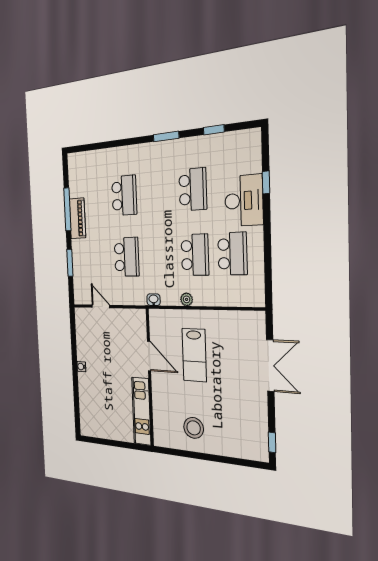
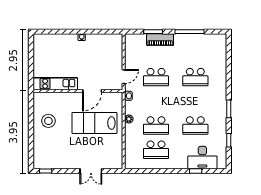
desk: (244, 201) -> (202, 158), moved
piano: (77, 218) -> (160, 40), moved
door: (101, 306) -> (124, 77), moved
lab bench: (194, 355) -> (94, 123), width x1.36, depth x1.39
double door: (270, 366) -> (91, 171), width x0.73

